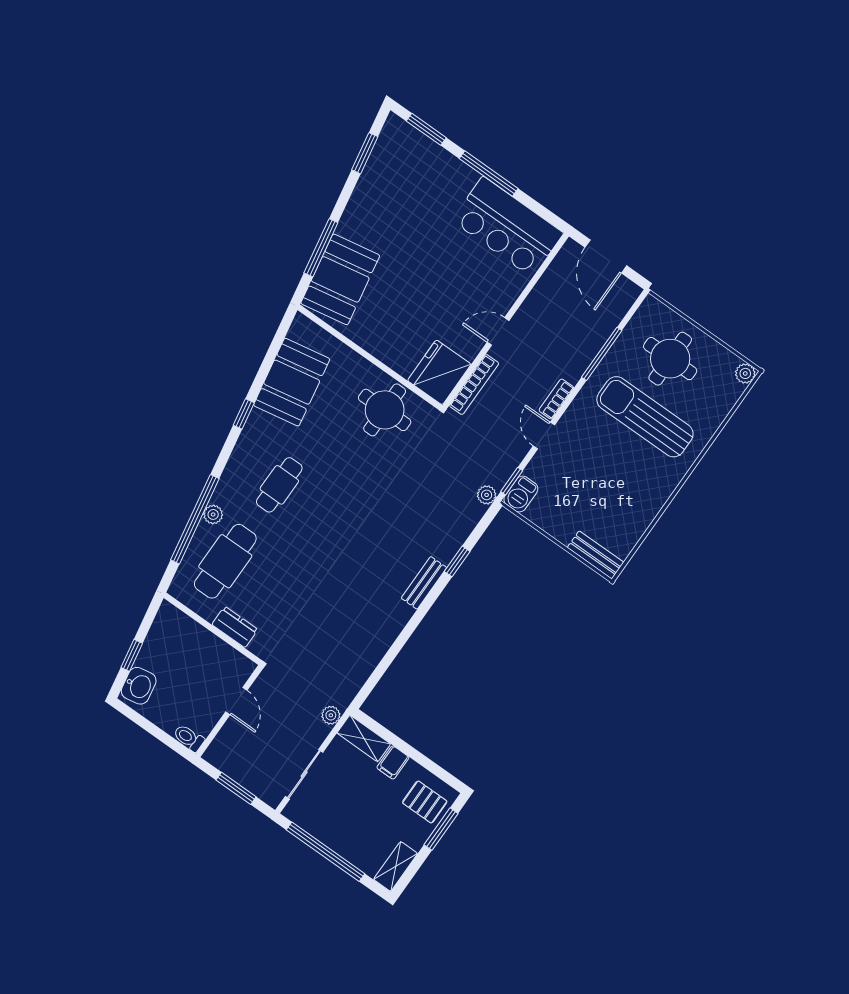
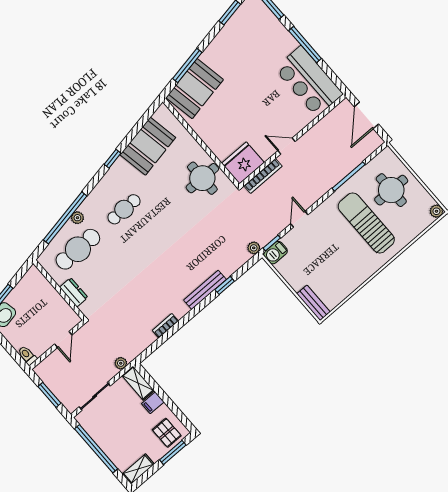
bookcase: (556, 399) -> (165, 326), moved
bench: (424, 583) -> (205, 290), width x1.36

